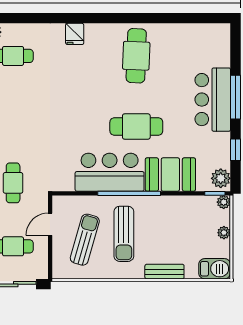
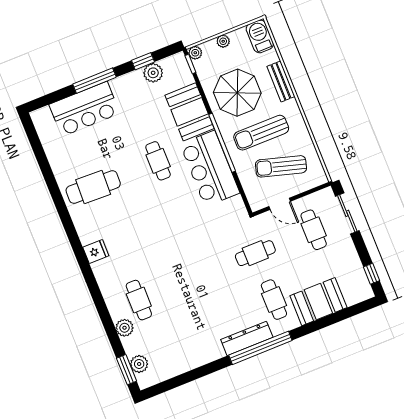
bar counter: (213, 100) -> (84, 109), moved
cafe table: (136, 126) -> (158, 161), width x0.73, depth x0.74
plant: (221, 178) -> (153, 73), moved
parasol: (170, 226) -> (237, 93), added
sun lounger: (124, 234) -> (261, 133), turned 180

